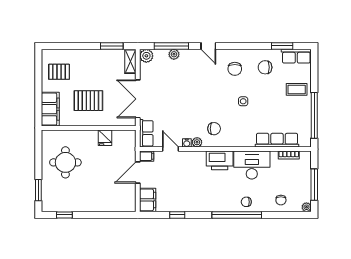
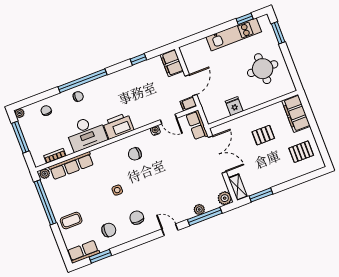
pallet: (88, 101) -> (263, 135), width x0.67, depth x0.71
plant: (197, 142) -> (45, 174), moved
kitchen unit: (80, 204) -> (234, 34), added

